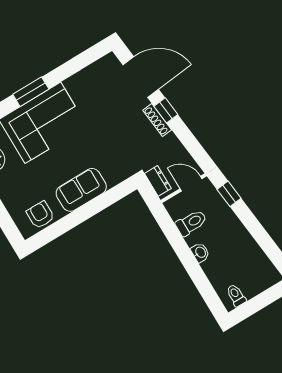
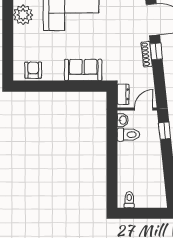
door: (191, 184) -> (144, 109), hinge flipped
sofa: (81, 190) -> (83, 70), moved
washbasin: (200, 252) -> (123, 120), moved

